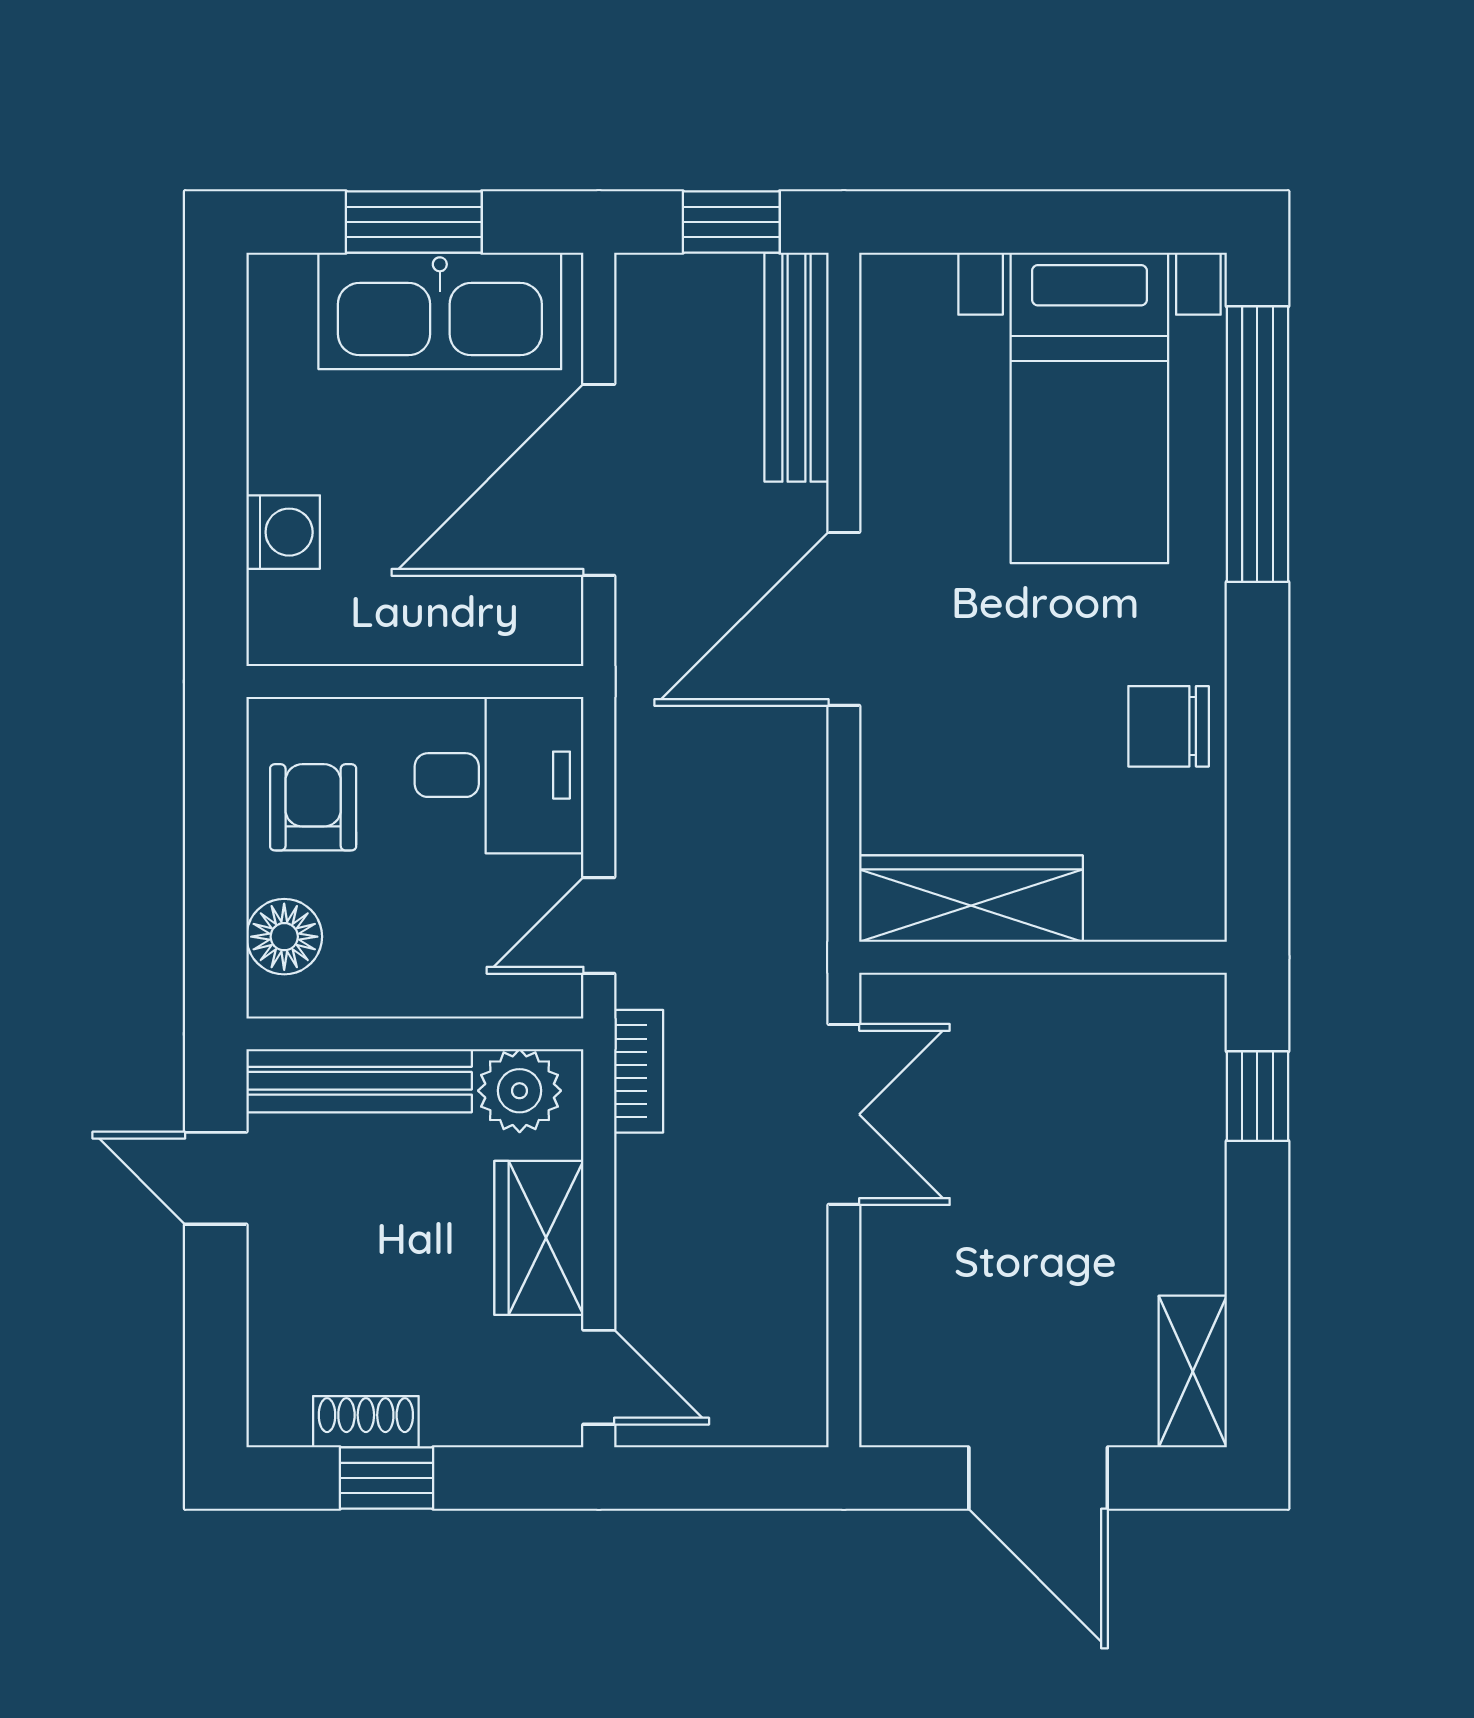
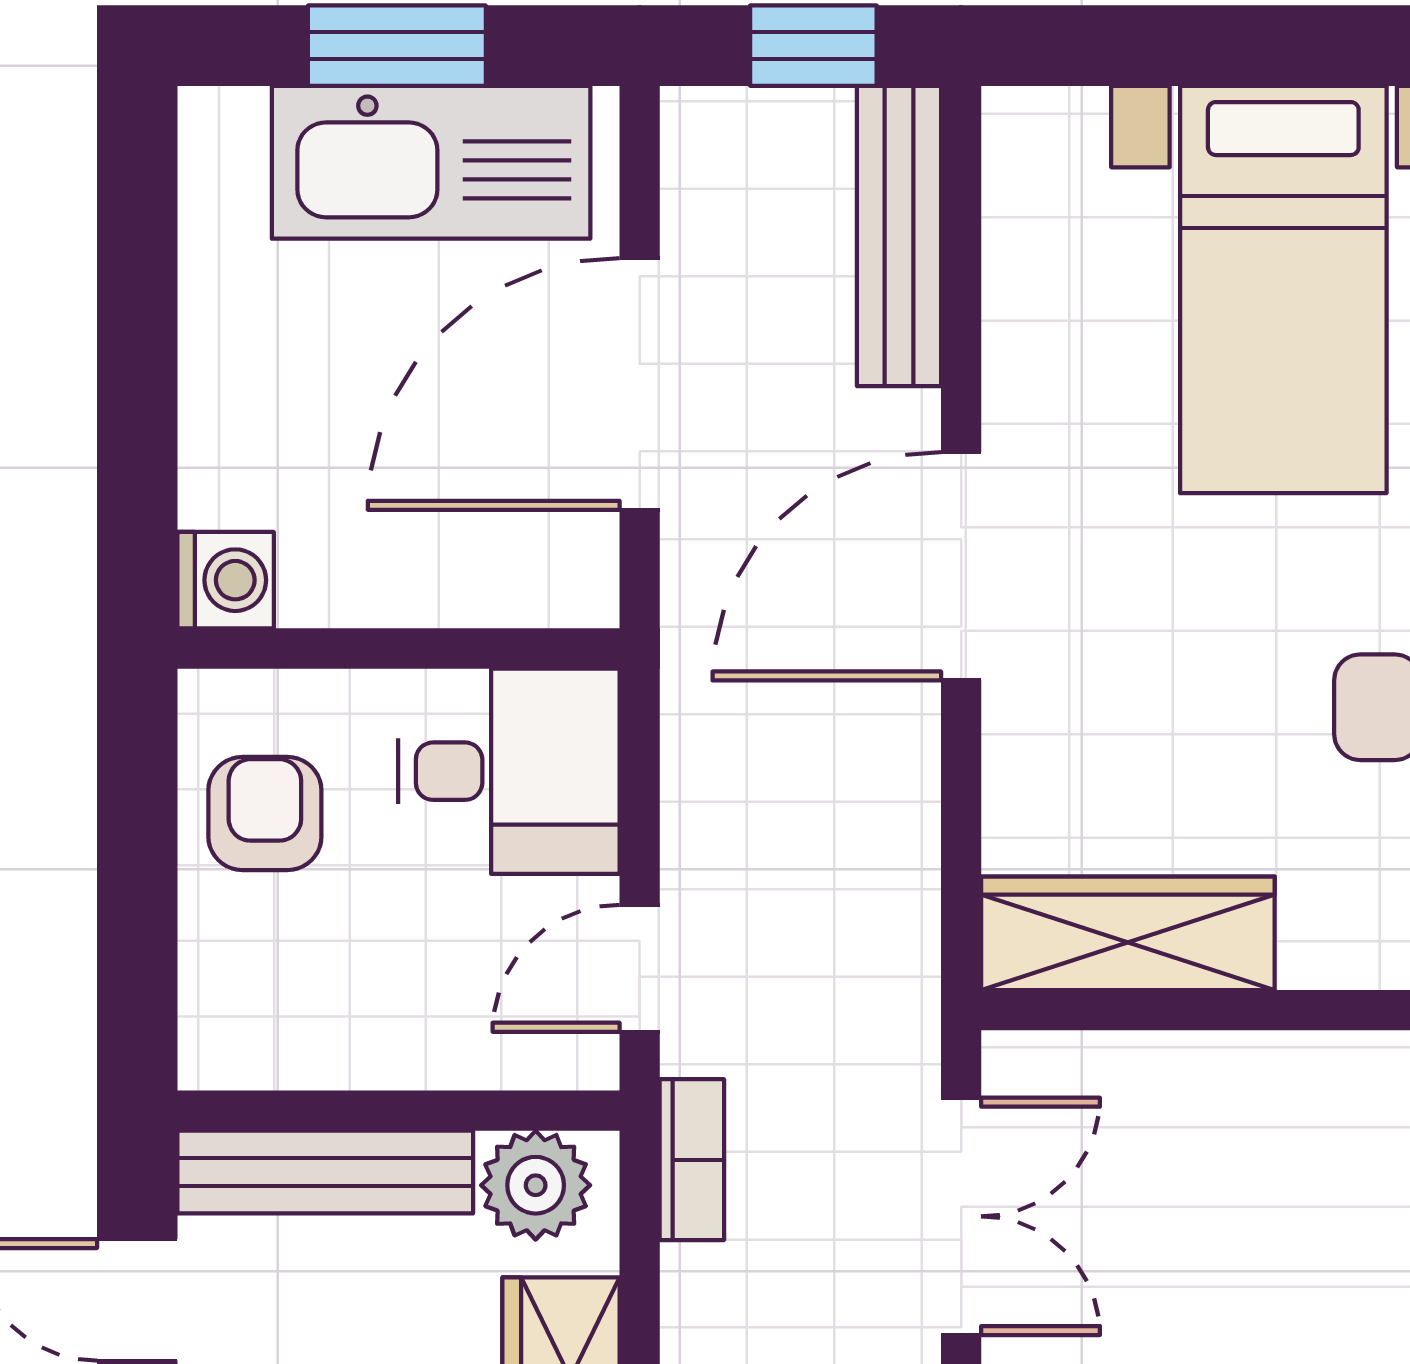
washing machine: (283, 532) -> (226, 580), moved
floor lamp: (284, 937) -> (227, 983), removed

